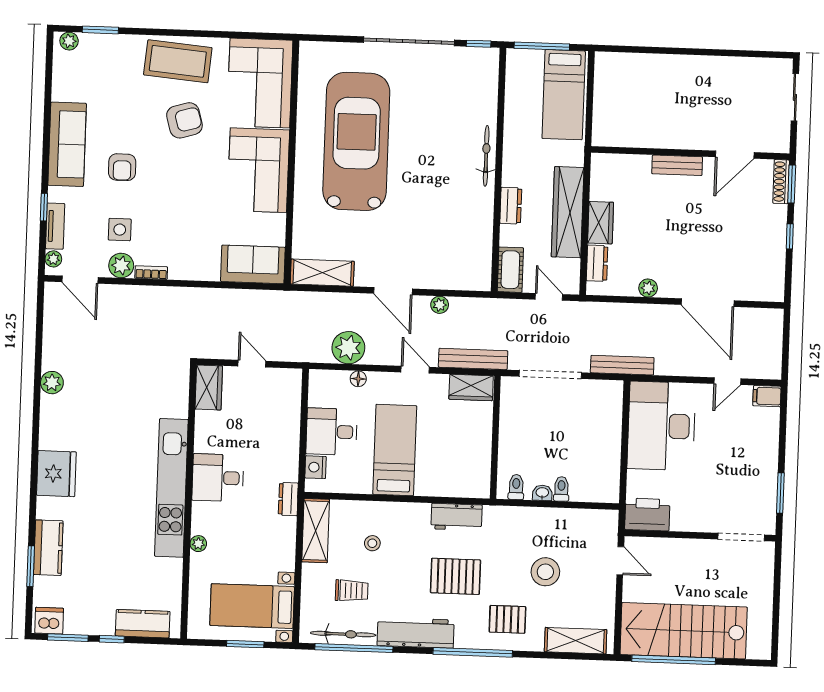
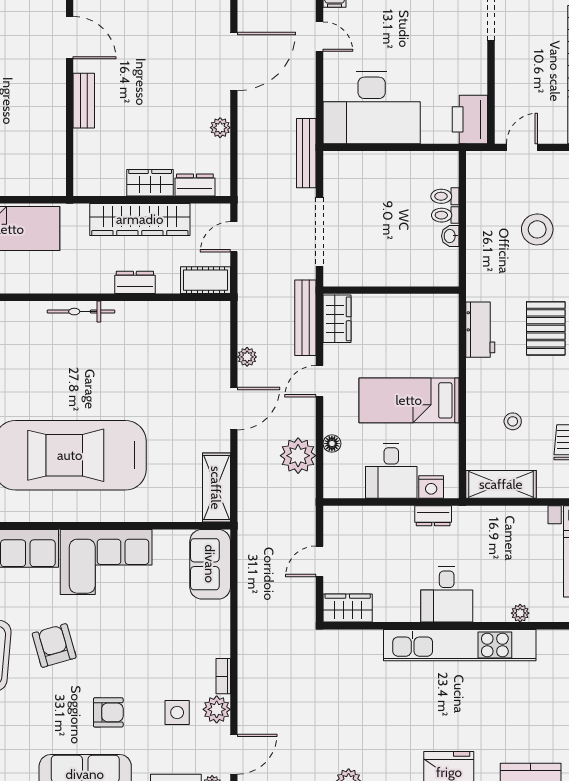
toilet: (516, 487) -> (445, 196), moved
dresser: (288, 499) -> (433, 516), moved

